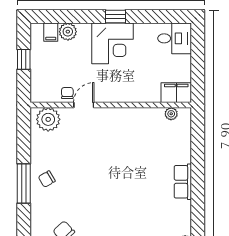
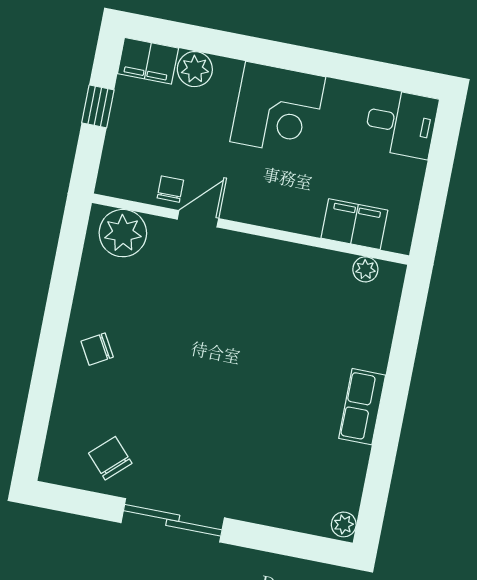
window: (115, 16) -> (294, 58), removed
filing cabinet: (51, 32) -> (148, 61), width x2.00
filing cabinet: (176, 93) -> (354, 224), moved
window: (24, 184) -> (50, 349), removed

